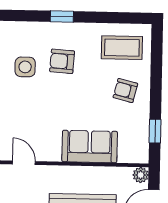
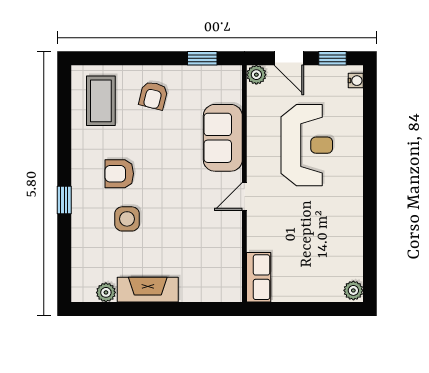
window: (62, 17) -> (64, 200), moved
armchair: (62, 61) -> (119, 174), turned 86
door: (24, 163) -> (244, 197), moved

